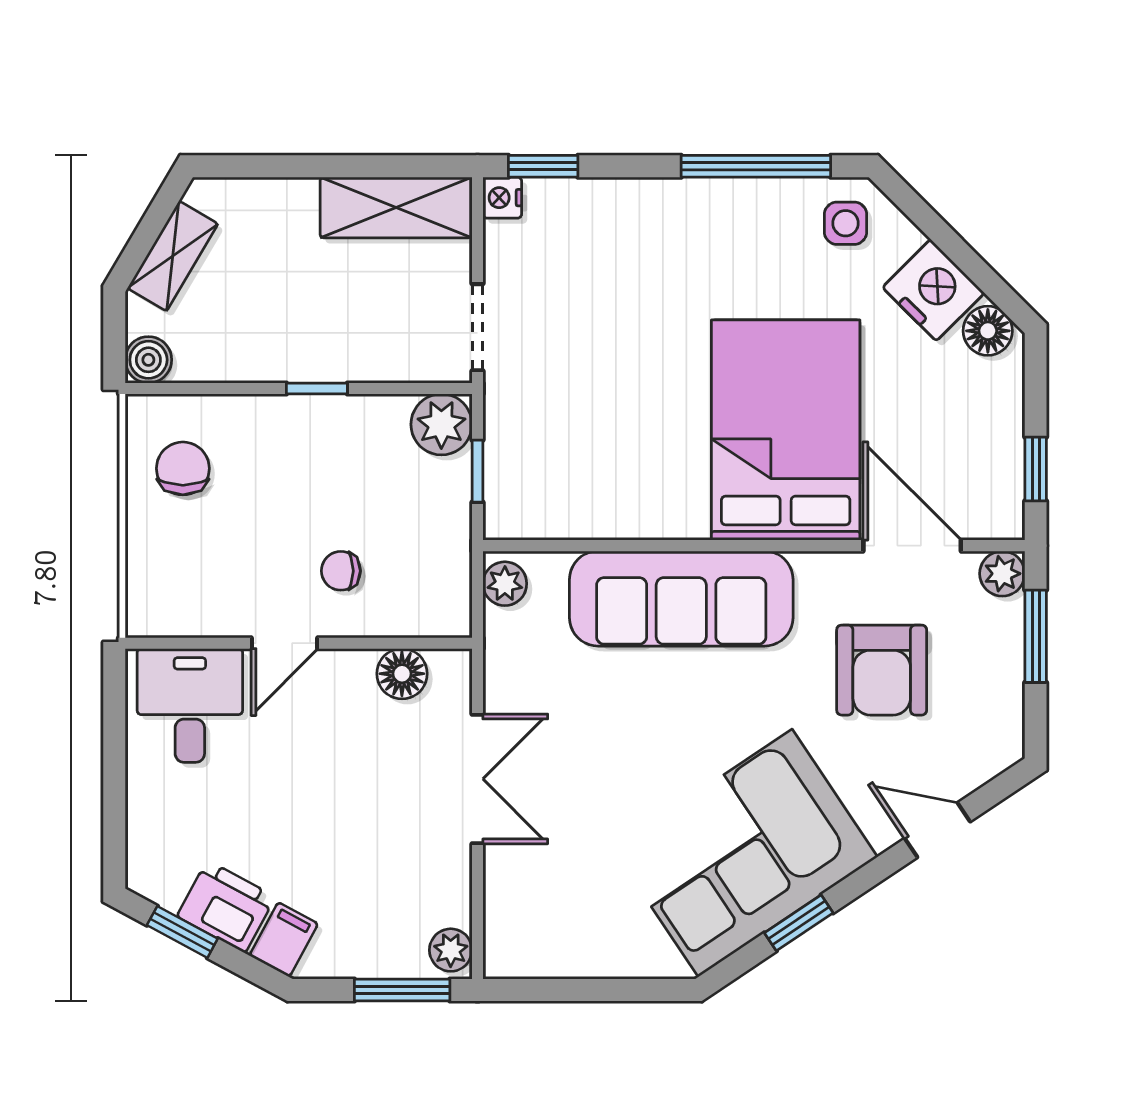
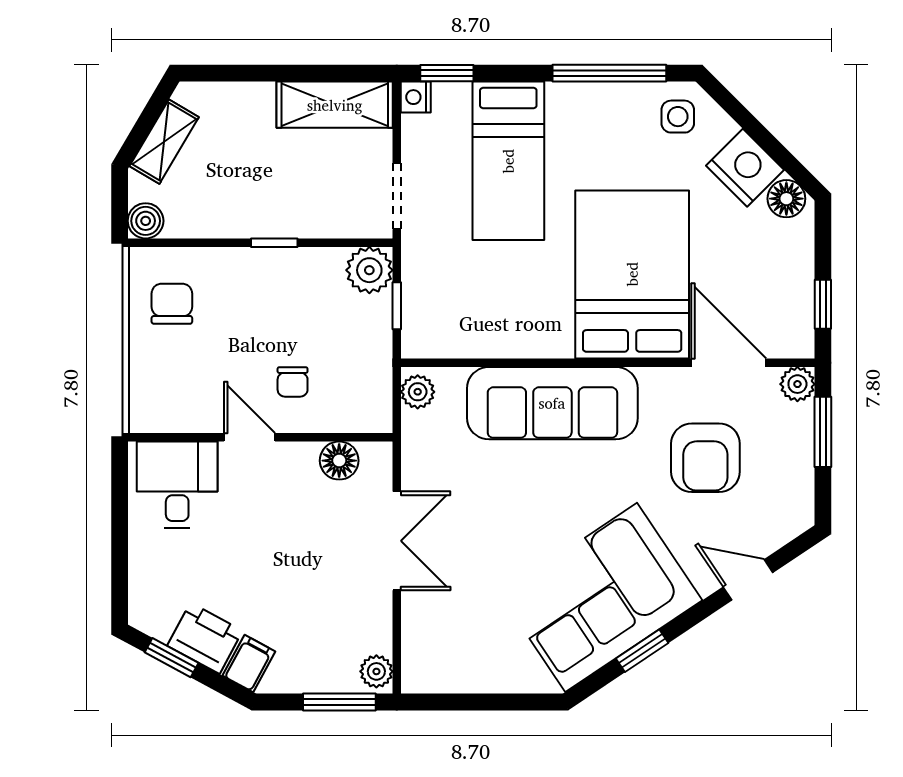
bed: (624, 281) -> (508, 161), added
chair: (341, 571) -> (293, 382), turned -90
door: (284, 643) -> (249, 437), swing flipped

